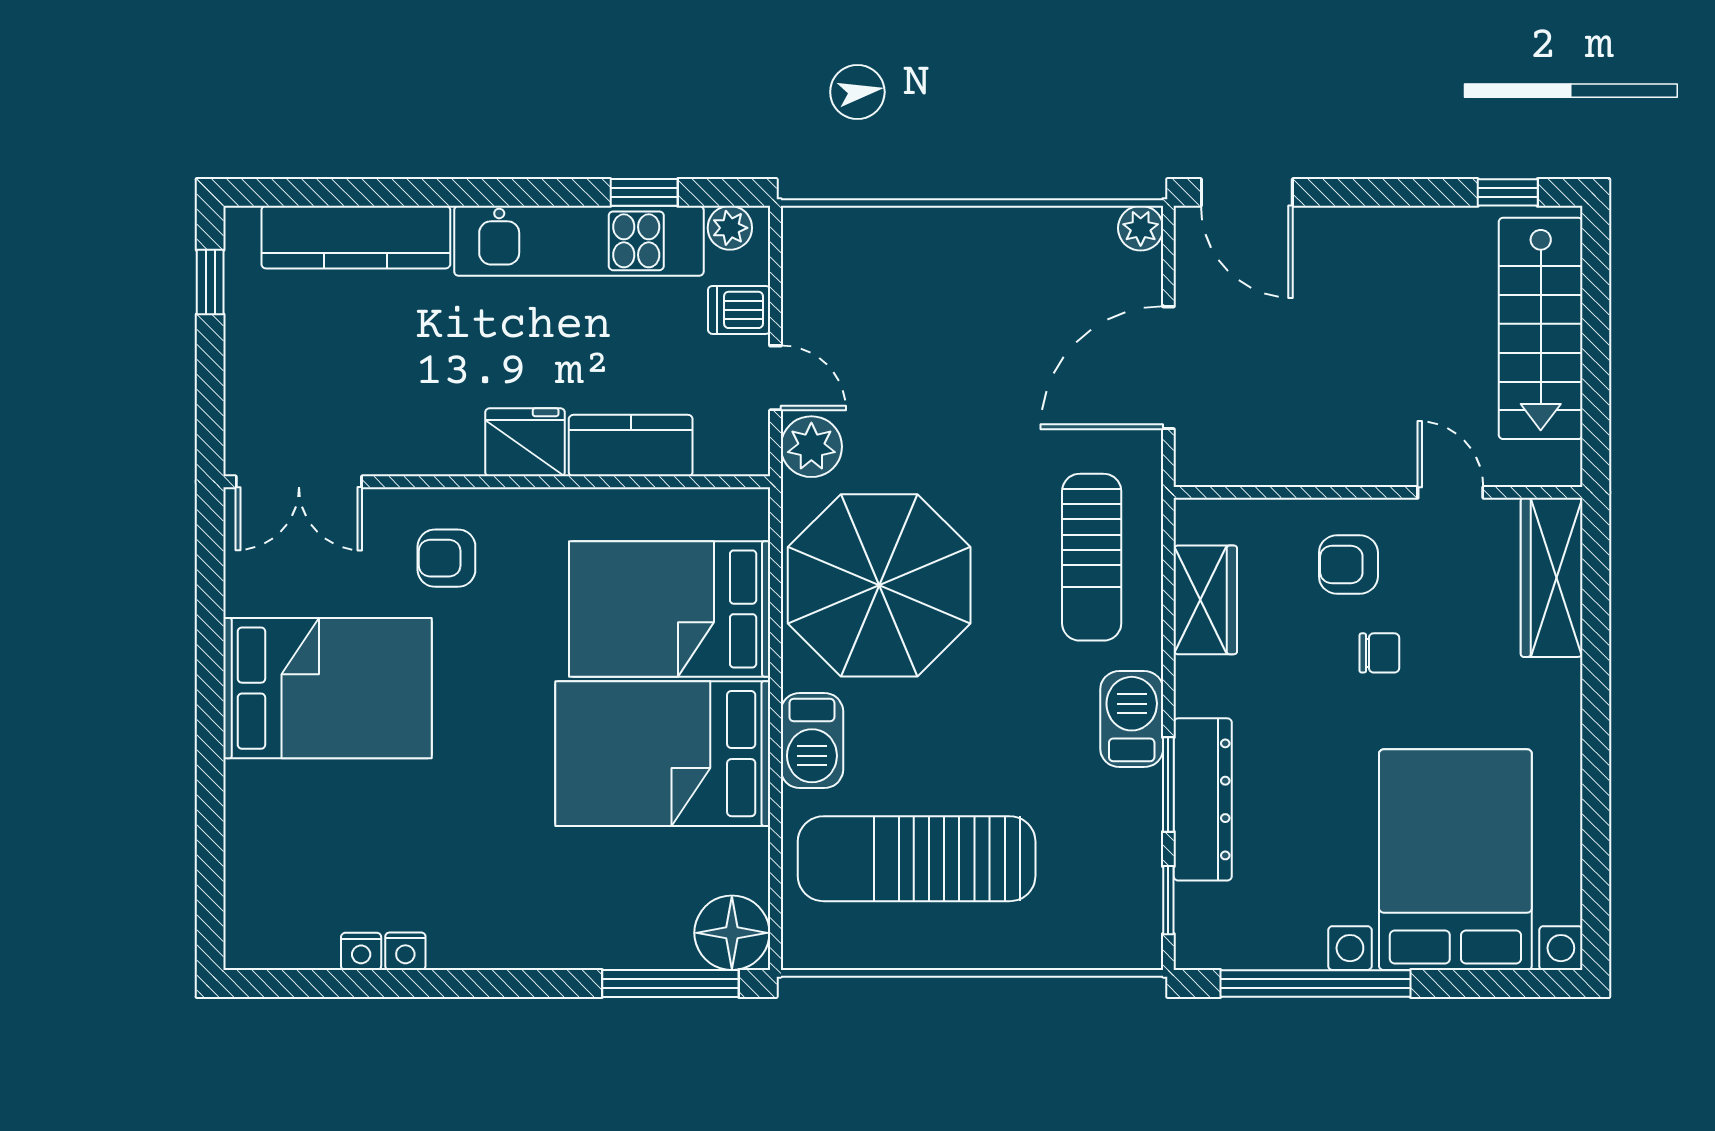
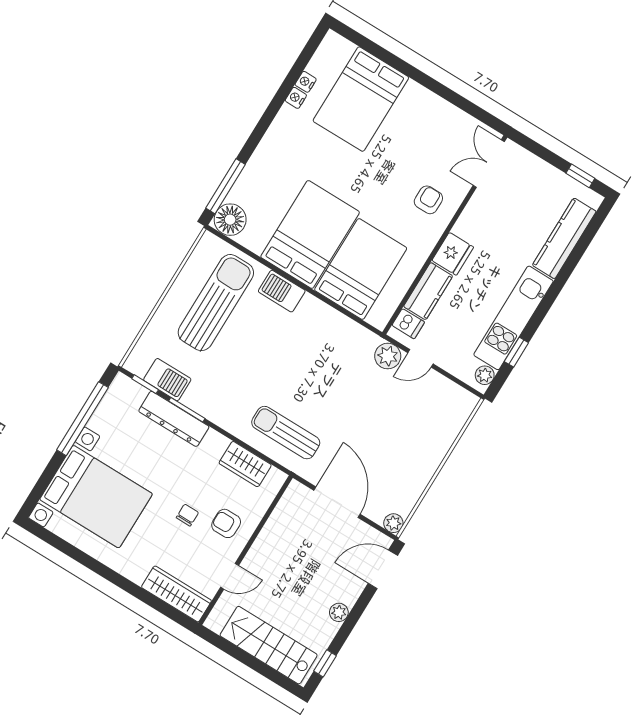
plant: (1388, 228) -> (339, 612), added
dishwasher: (739, 310) -> (408, 324), moved, turned 90
armchair: (1348, 564) -> (226, 523), turned -90
parasol: (879, 585) -> (323, 350), removed
chair: (1379, 653) -> (187, 515), turned 180
bed: (327, 688) -> (361, 99), moved
barbecue: (1132, 719) -> (167, 380), moved

